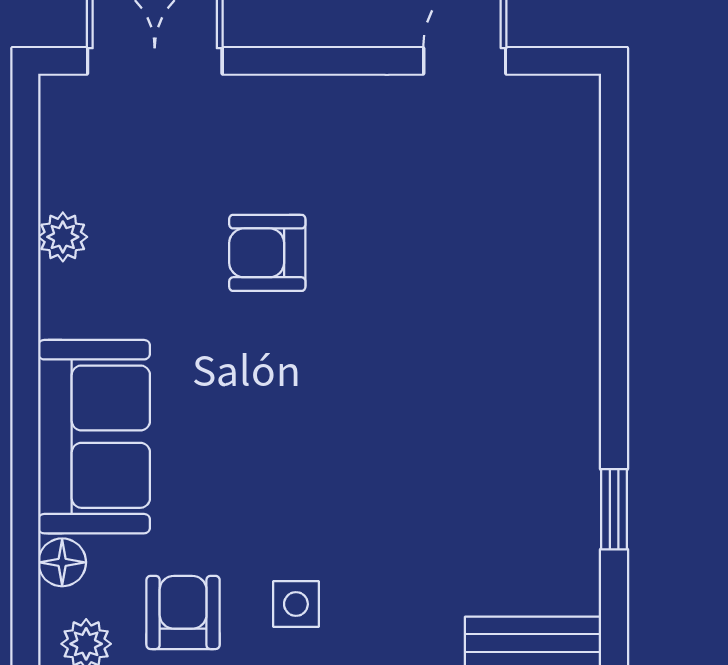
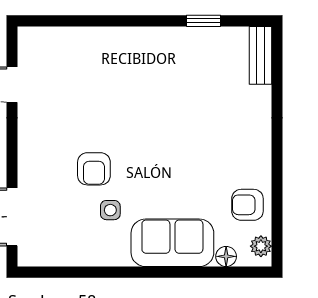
plant: (63, 237) -> (87, 256), removed
side table: (296, 604) -> (110, 210), moved

